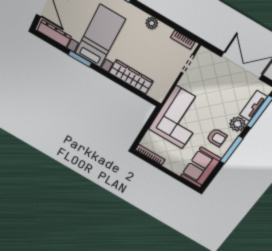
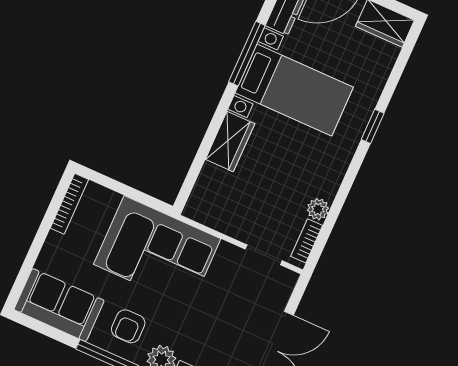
plant: (152, 23) -> (318, 209), moved
window: (80, 59) -> (247, 54), width x1.44
wardrobe: (131, 77) -> (230, 141), width x0.67

